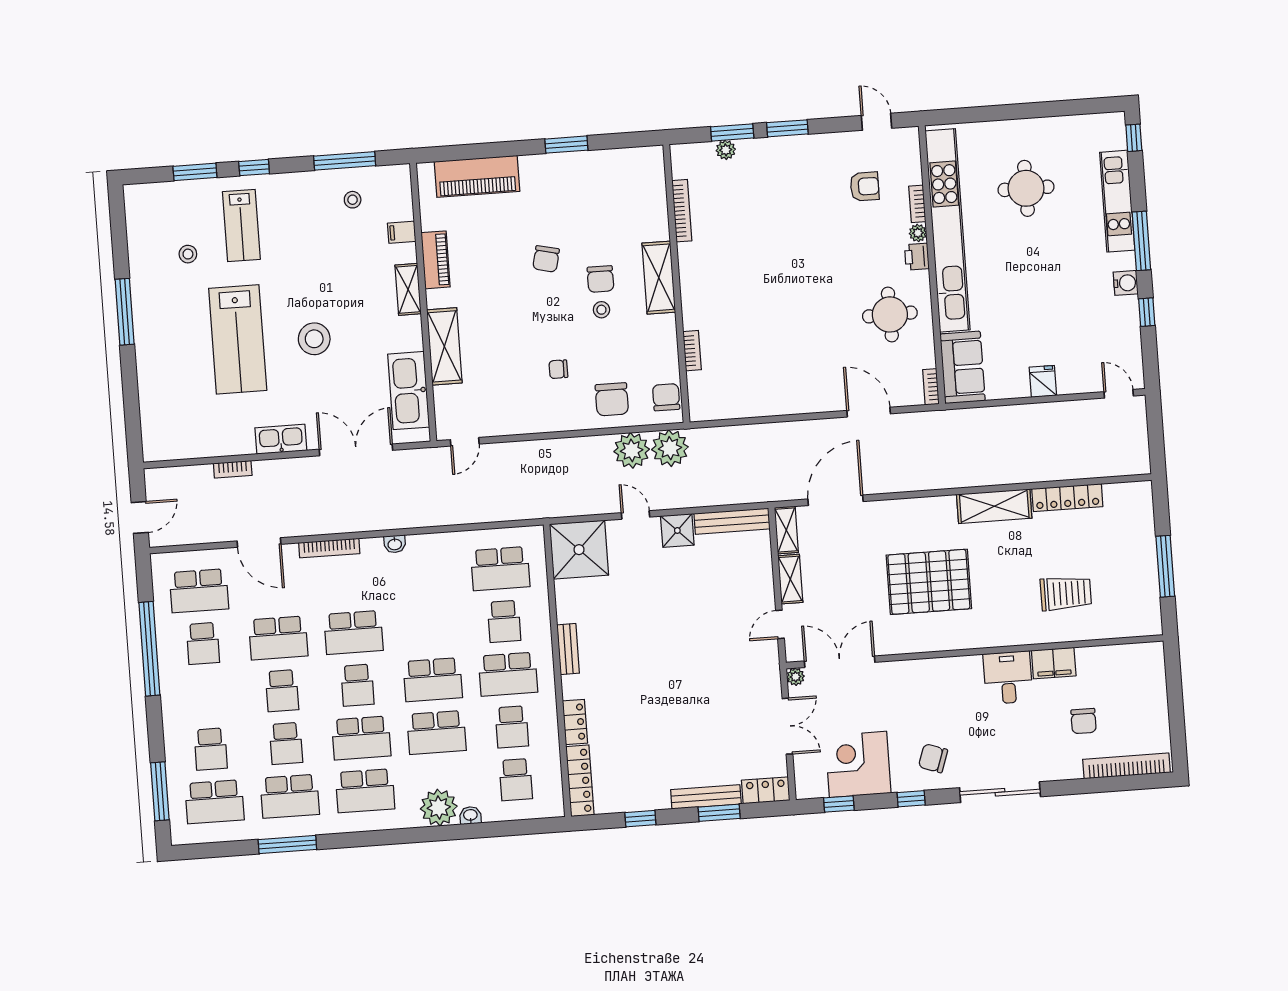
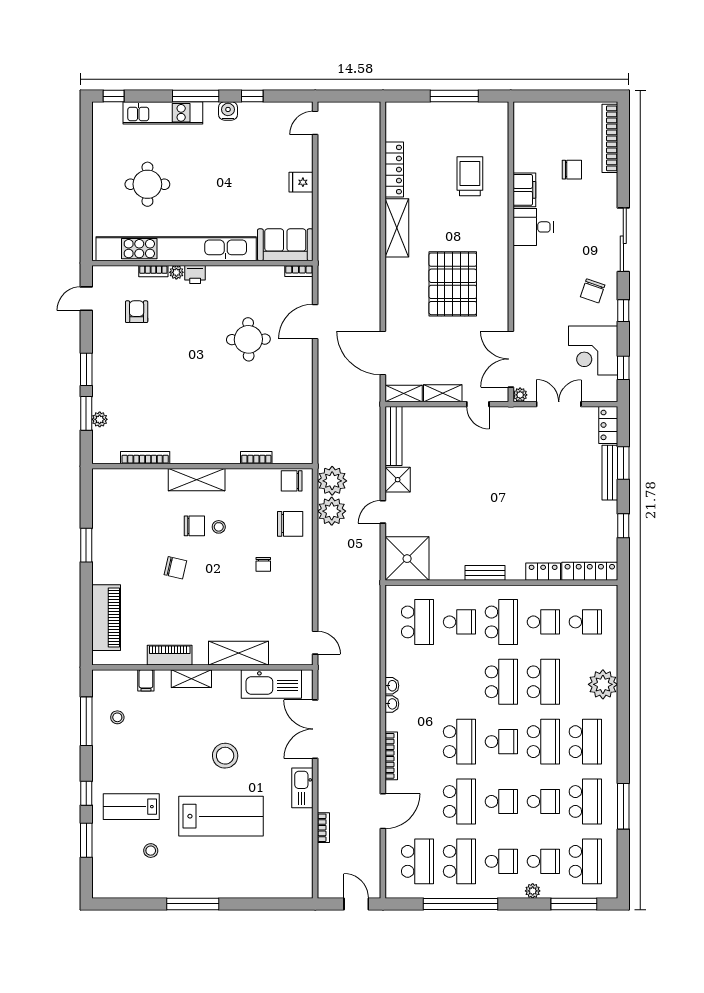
lab bench: (241, 226) -> (131, 807), turned 180
round table: (890, 314) -> (248, 339), moved
school desk: (203, 643) -> (459, 861), width x1.85
school desk: (207, 696) -> (501, 861), added
plant: (172, 738) -> (533, 891), added
washbasin: (470, 815) -> (392, 686), moved, turned 180

